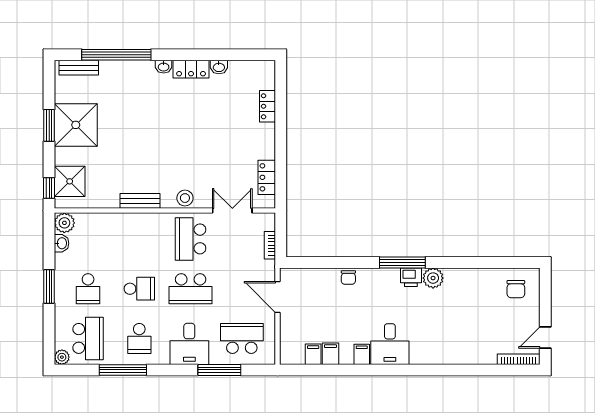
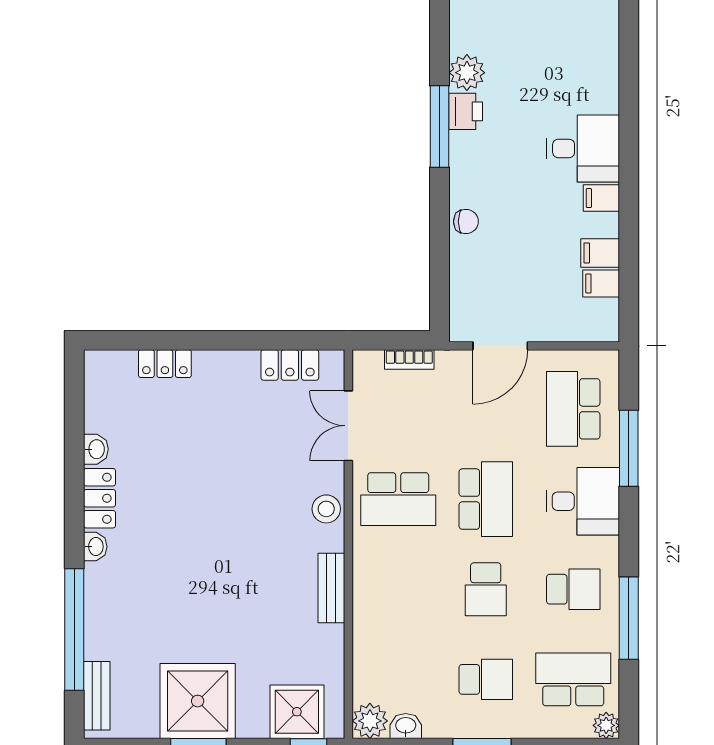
school desk: (139, 289) -> (486, 589), turned 180

